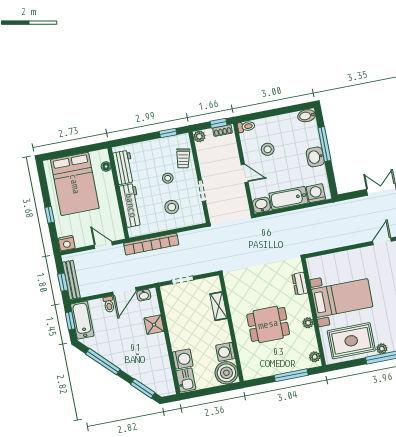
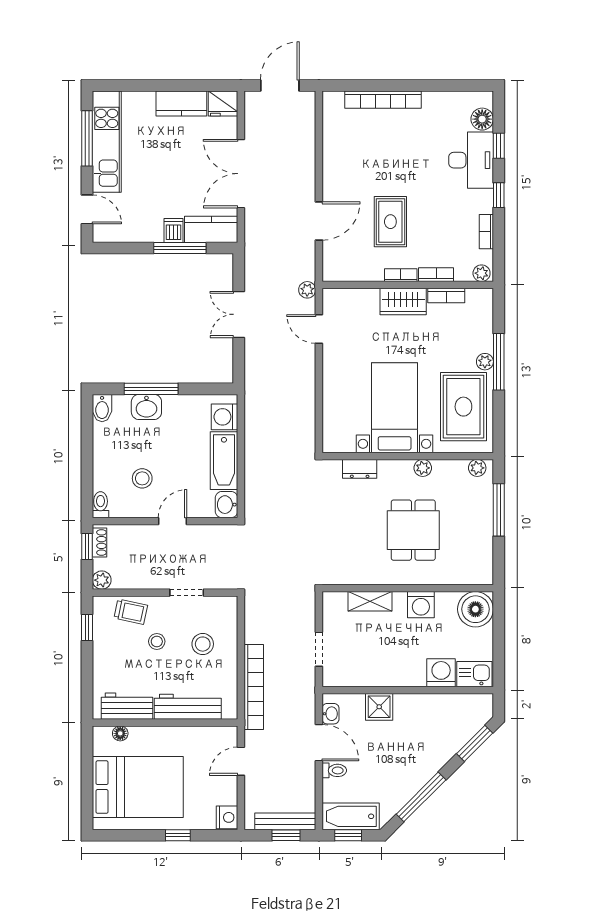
washbasin: (315, 157) -> (146, 407), moved
washing machine: (225, 352) -> (421, 605), moved

